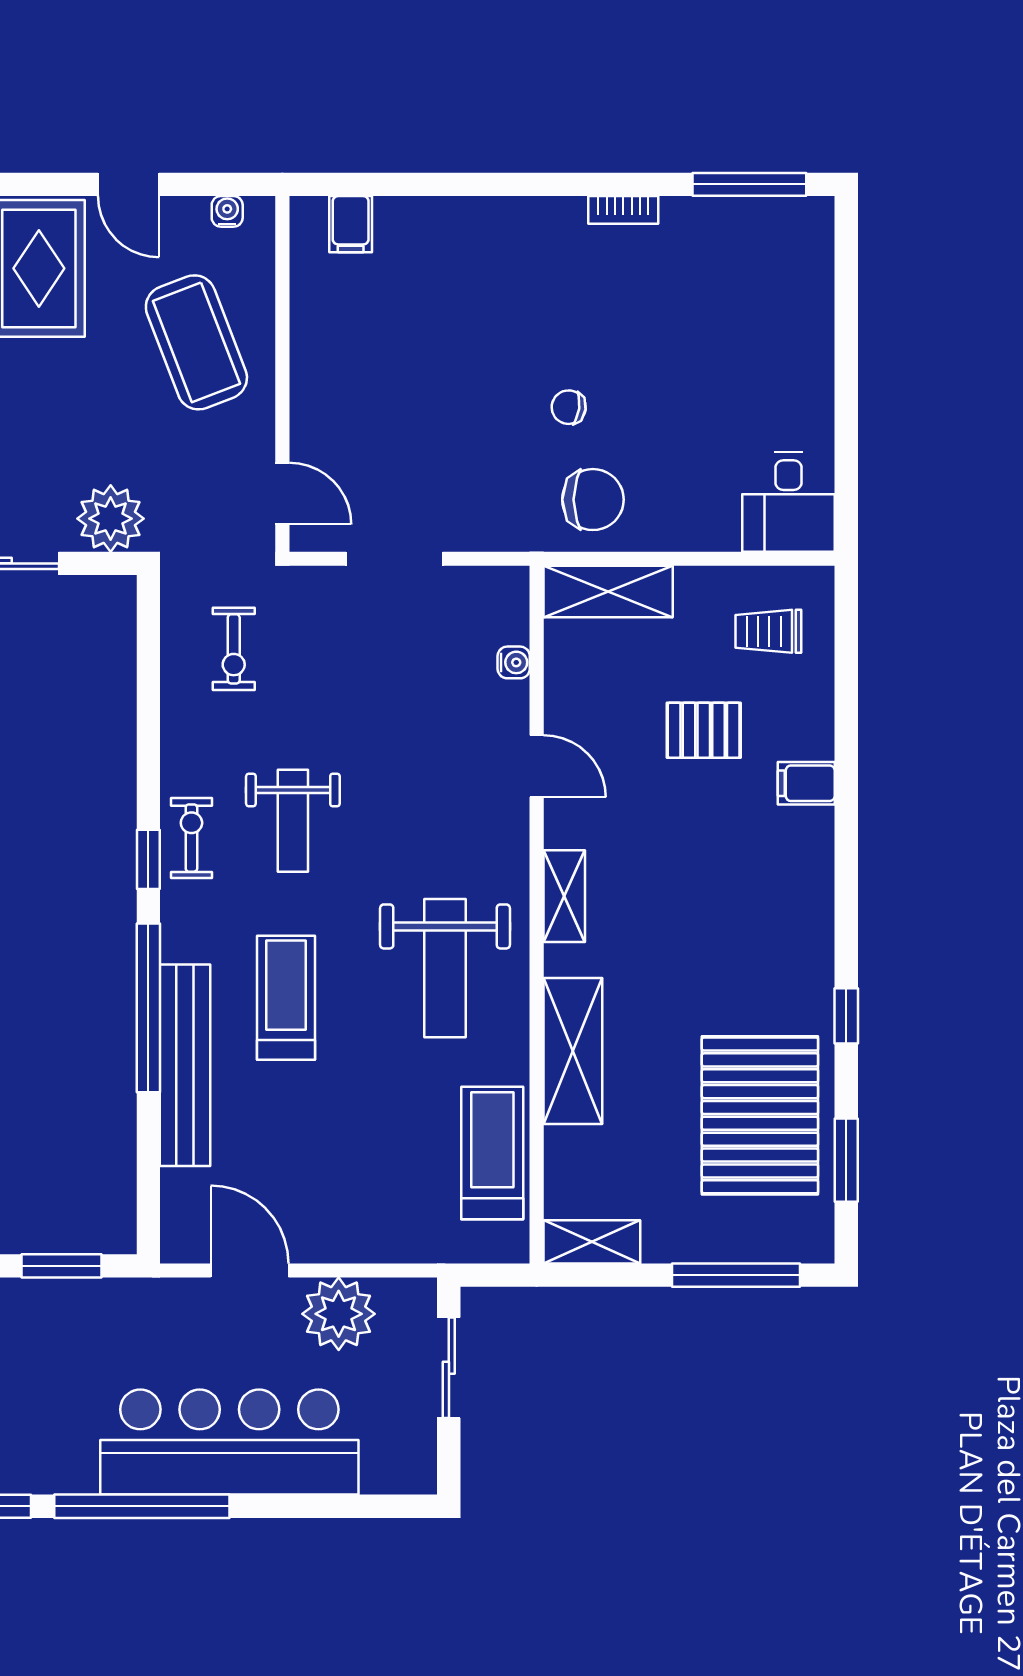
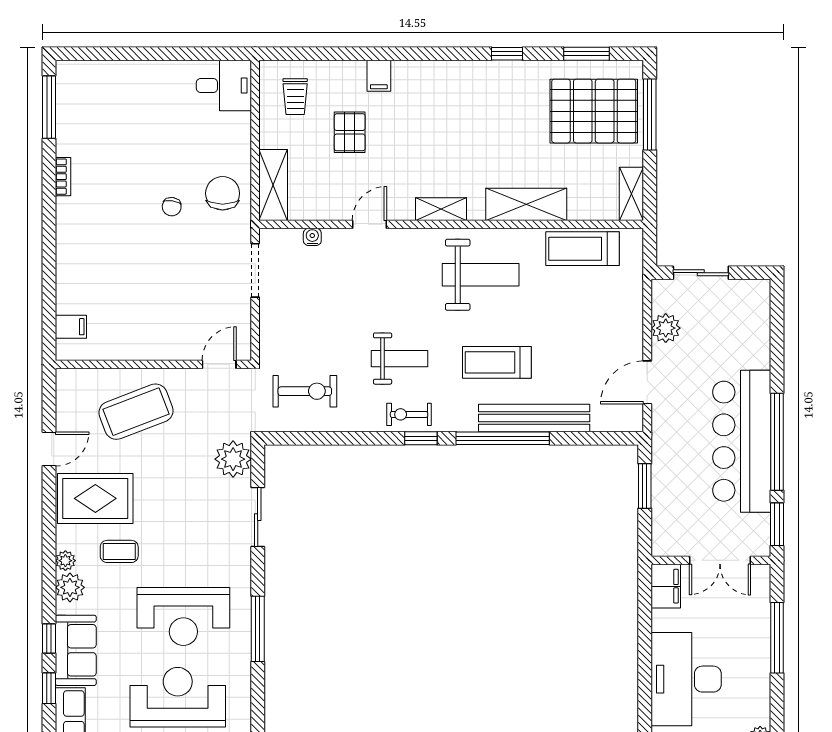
water cooler: (227, 211) -> (64, 395), removed
doorway: (394, 559) -> (255, 270), moved
exercise bike: (234, 649) -> (305, 391), width x1.38, depth x1.39
pallet: (760, 1115) -> (594, 111), moved
plant: (339, 1314) -> (666, 328), width x0.73, depth x0.73
bar counter: (229, 1442) -> (742, 441), moved

